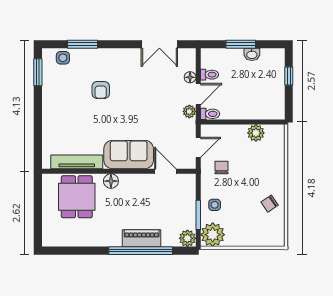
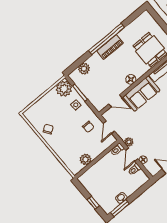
window: (241, 44) -> (120, 208), moved
floor lamp: (111, 181) -> (131, 79), moved
piano: (142, 238) -> (110, 47), moved
plant: (187, 238) -> (84, 69), moved
window: (141, 251) -> (107, 39), moved

